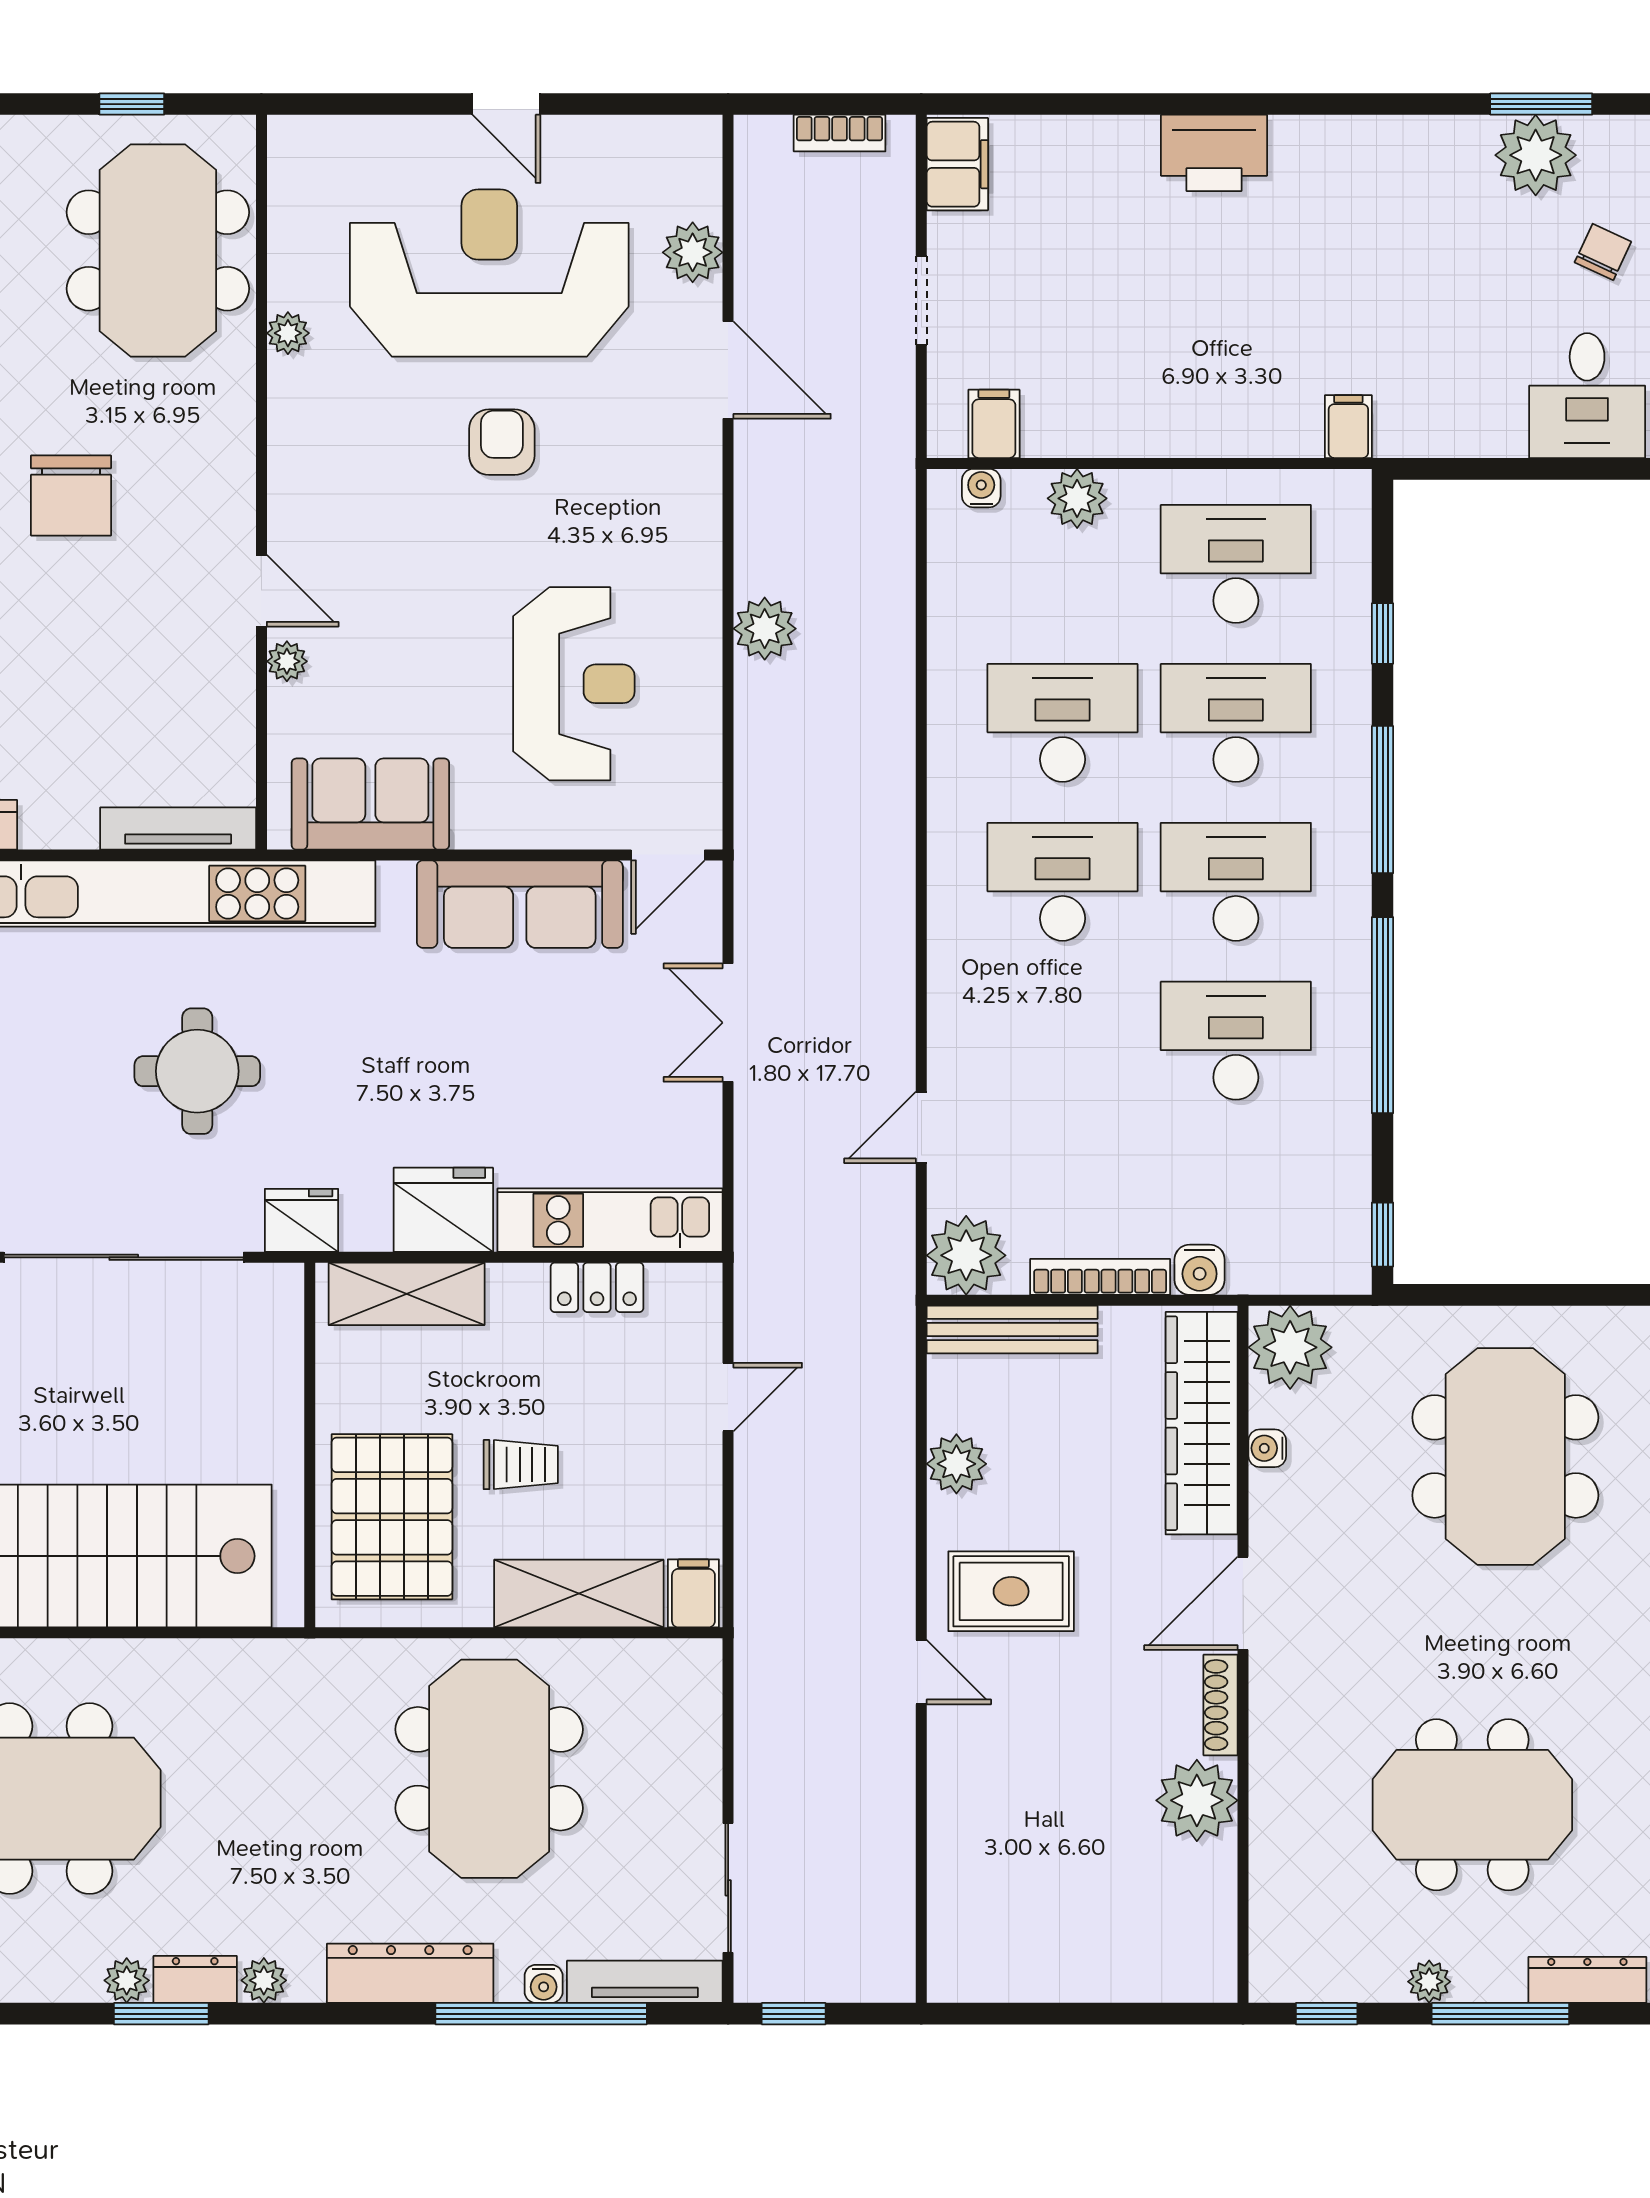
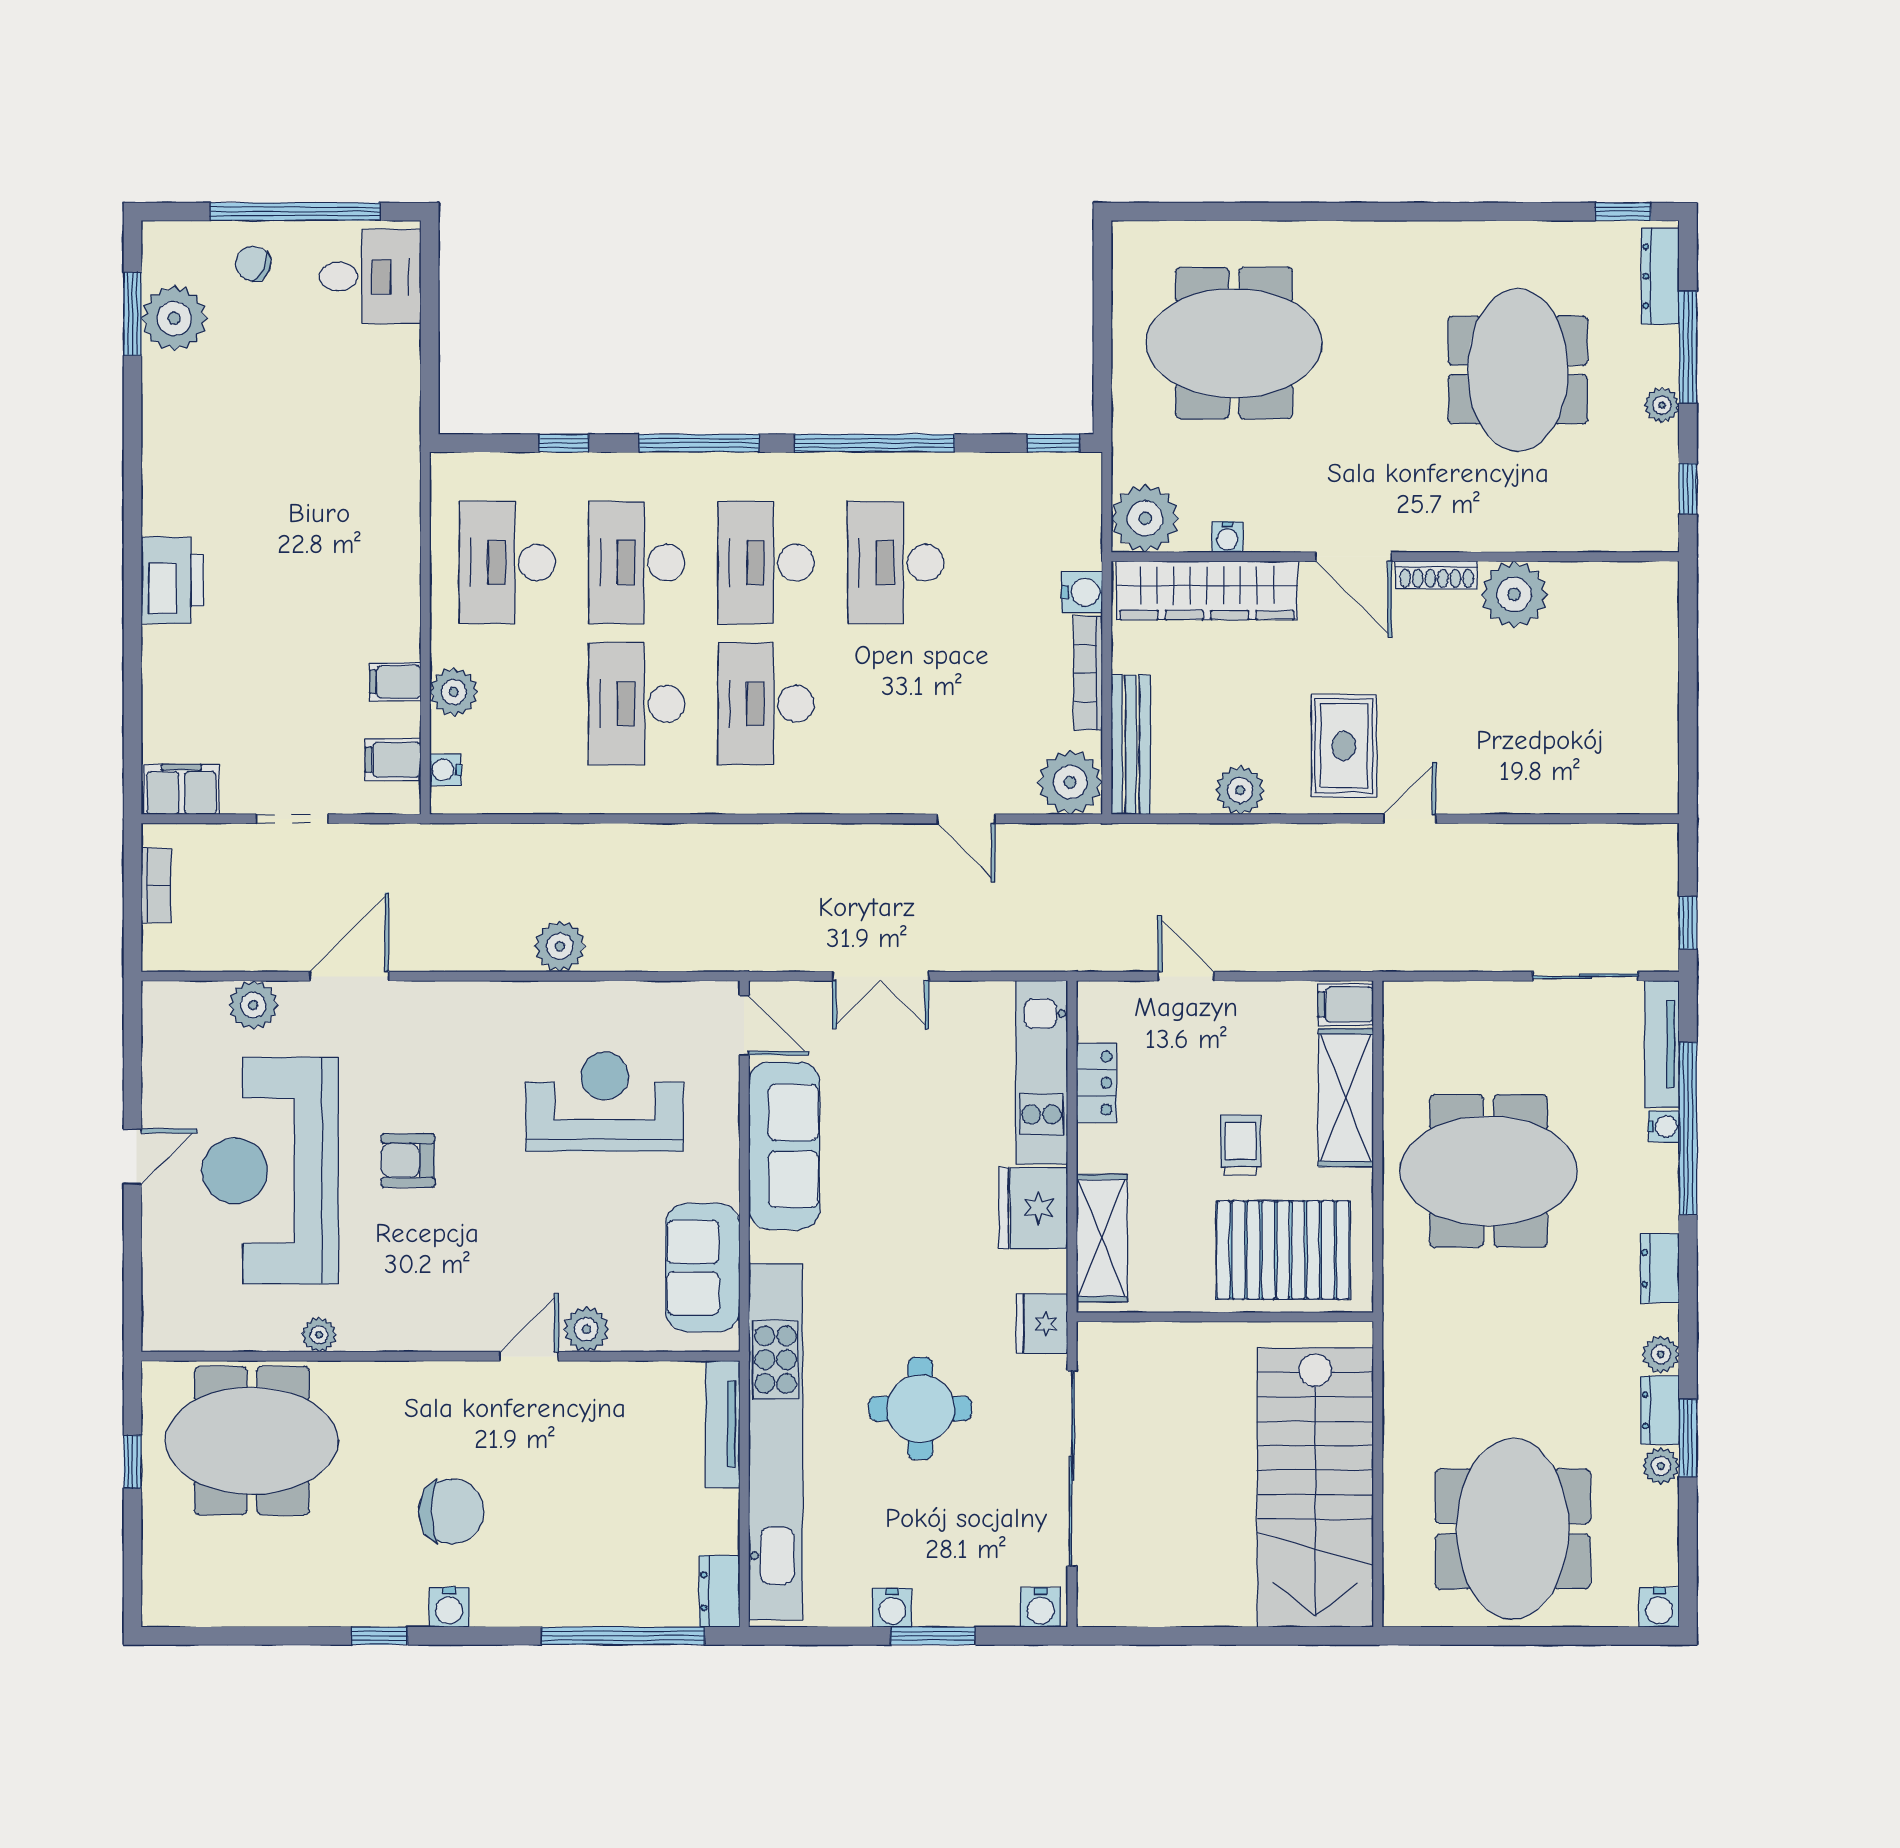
filing cabinet: (1348, 427) -> (395, 682), moved
plant: (287, 661) -> (586, 1329), width x1.38, depth x1.38
dresser: (410, 1973) -> (1660, 1268), width x0.51, depth x0.80

